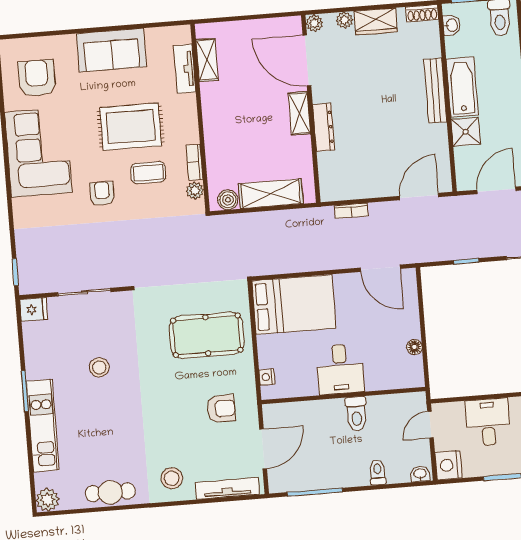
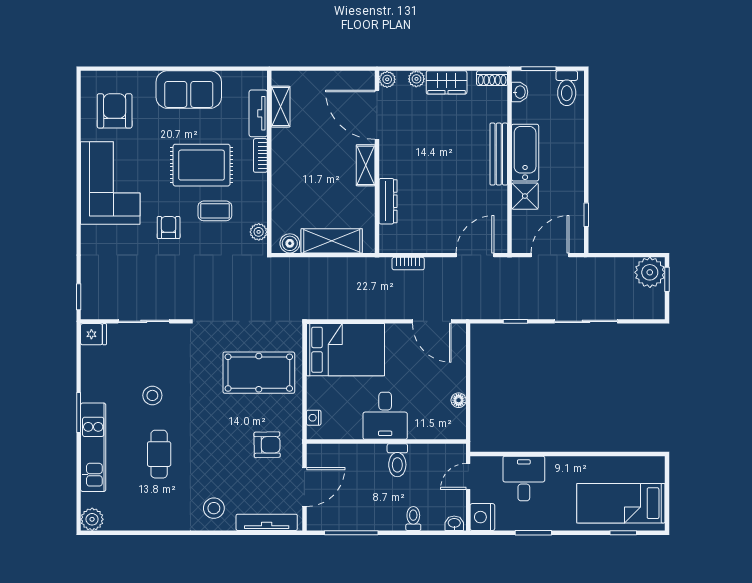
dresser: (324, 127) -> (388, 201), moved
bookcase: (194, 162) -> (260, 155), moved
cafe table: (110, 492) -> (159, 454), moved, turned 90

